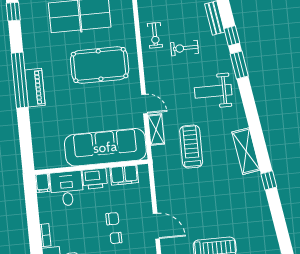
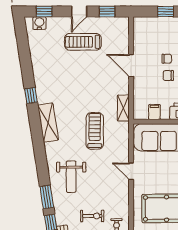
weight bench: (213, 91) -> (71, 177), turned 90
shelving: (156, 130) -> (123, 108), moved
treadmill: (191, 147) -> (95, 131), turned 180
filing cabinet: (124, 175) -> (154, 112), width x0.50

